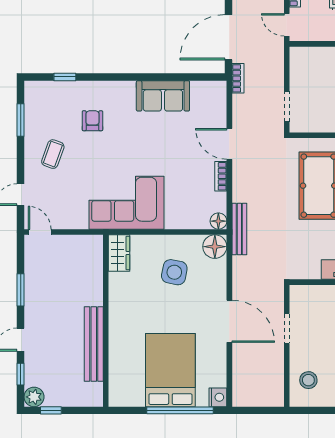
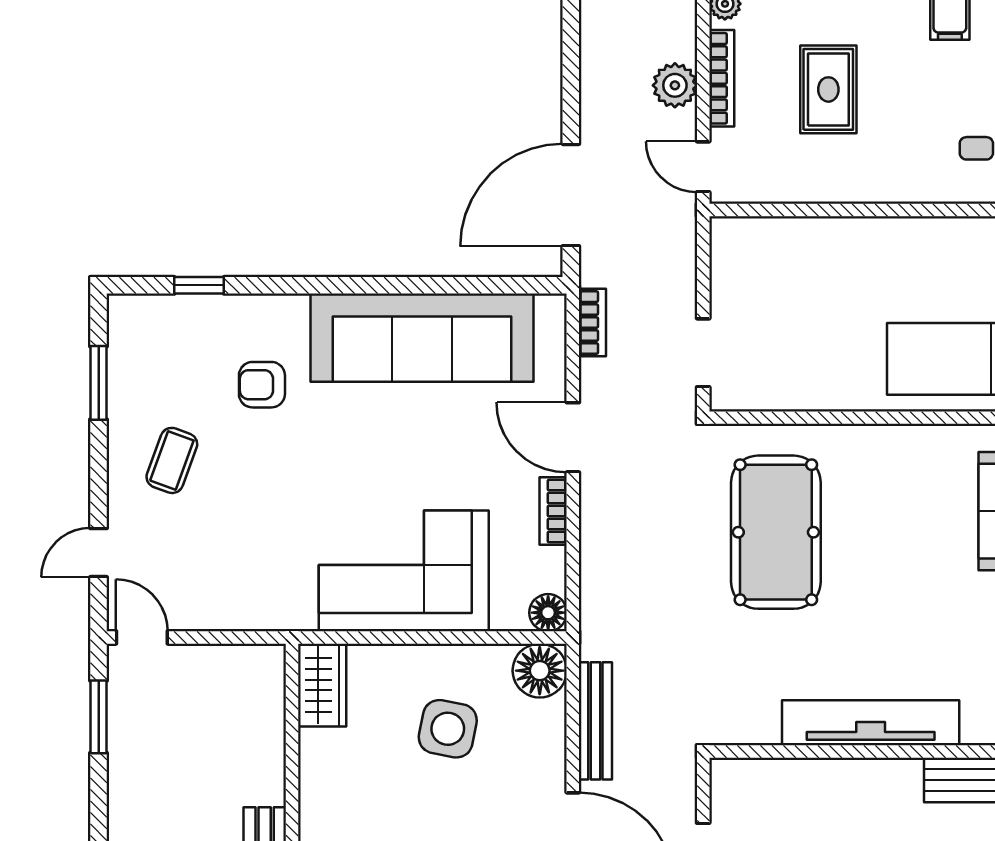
bookcase: (238, 78) -> (592, 323), moved
sofa: (163, 96) -> (422, 338), width x1.85, depth x1.27
armchair: (92, 121) -> (262, 385), turned -90
corner sofa: (127, 203) -> (404, 571), moved
bench: (239, 229) -> (595, 721), moved
window: (21, 290) -> (99, 717), moved

